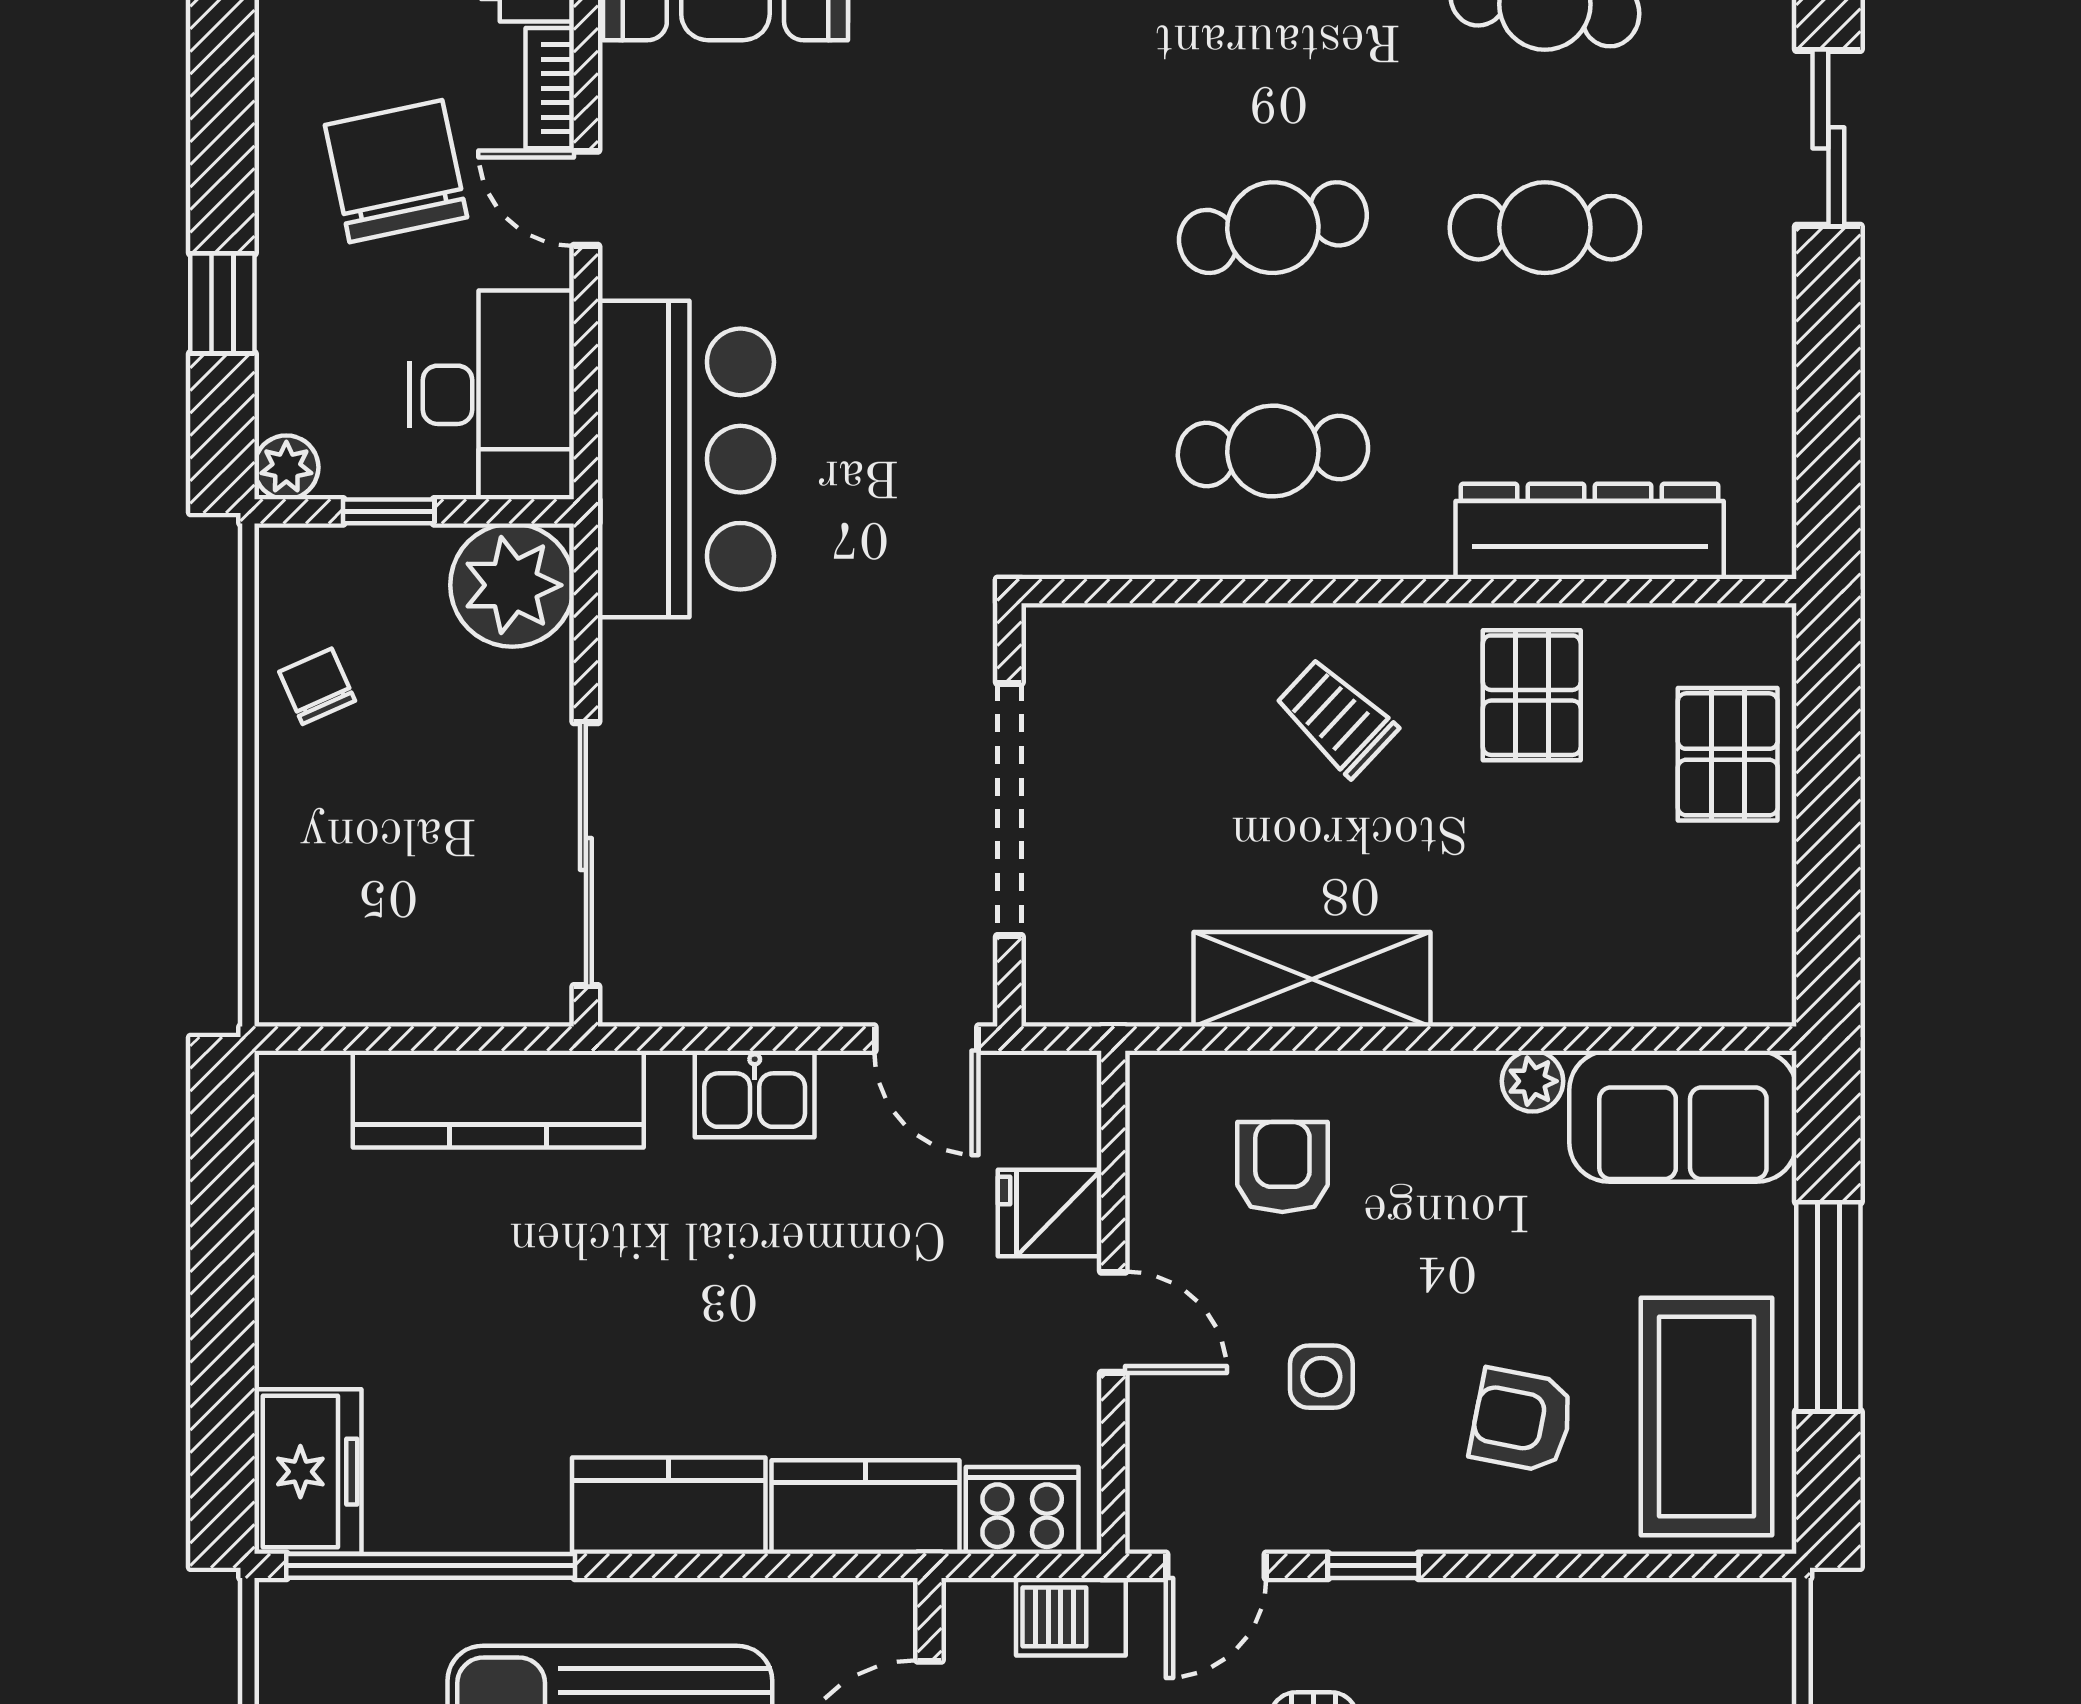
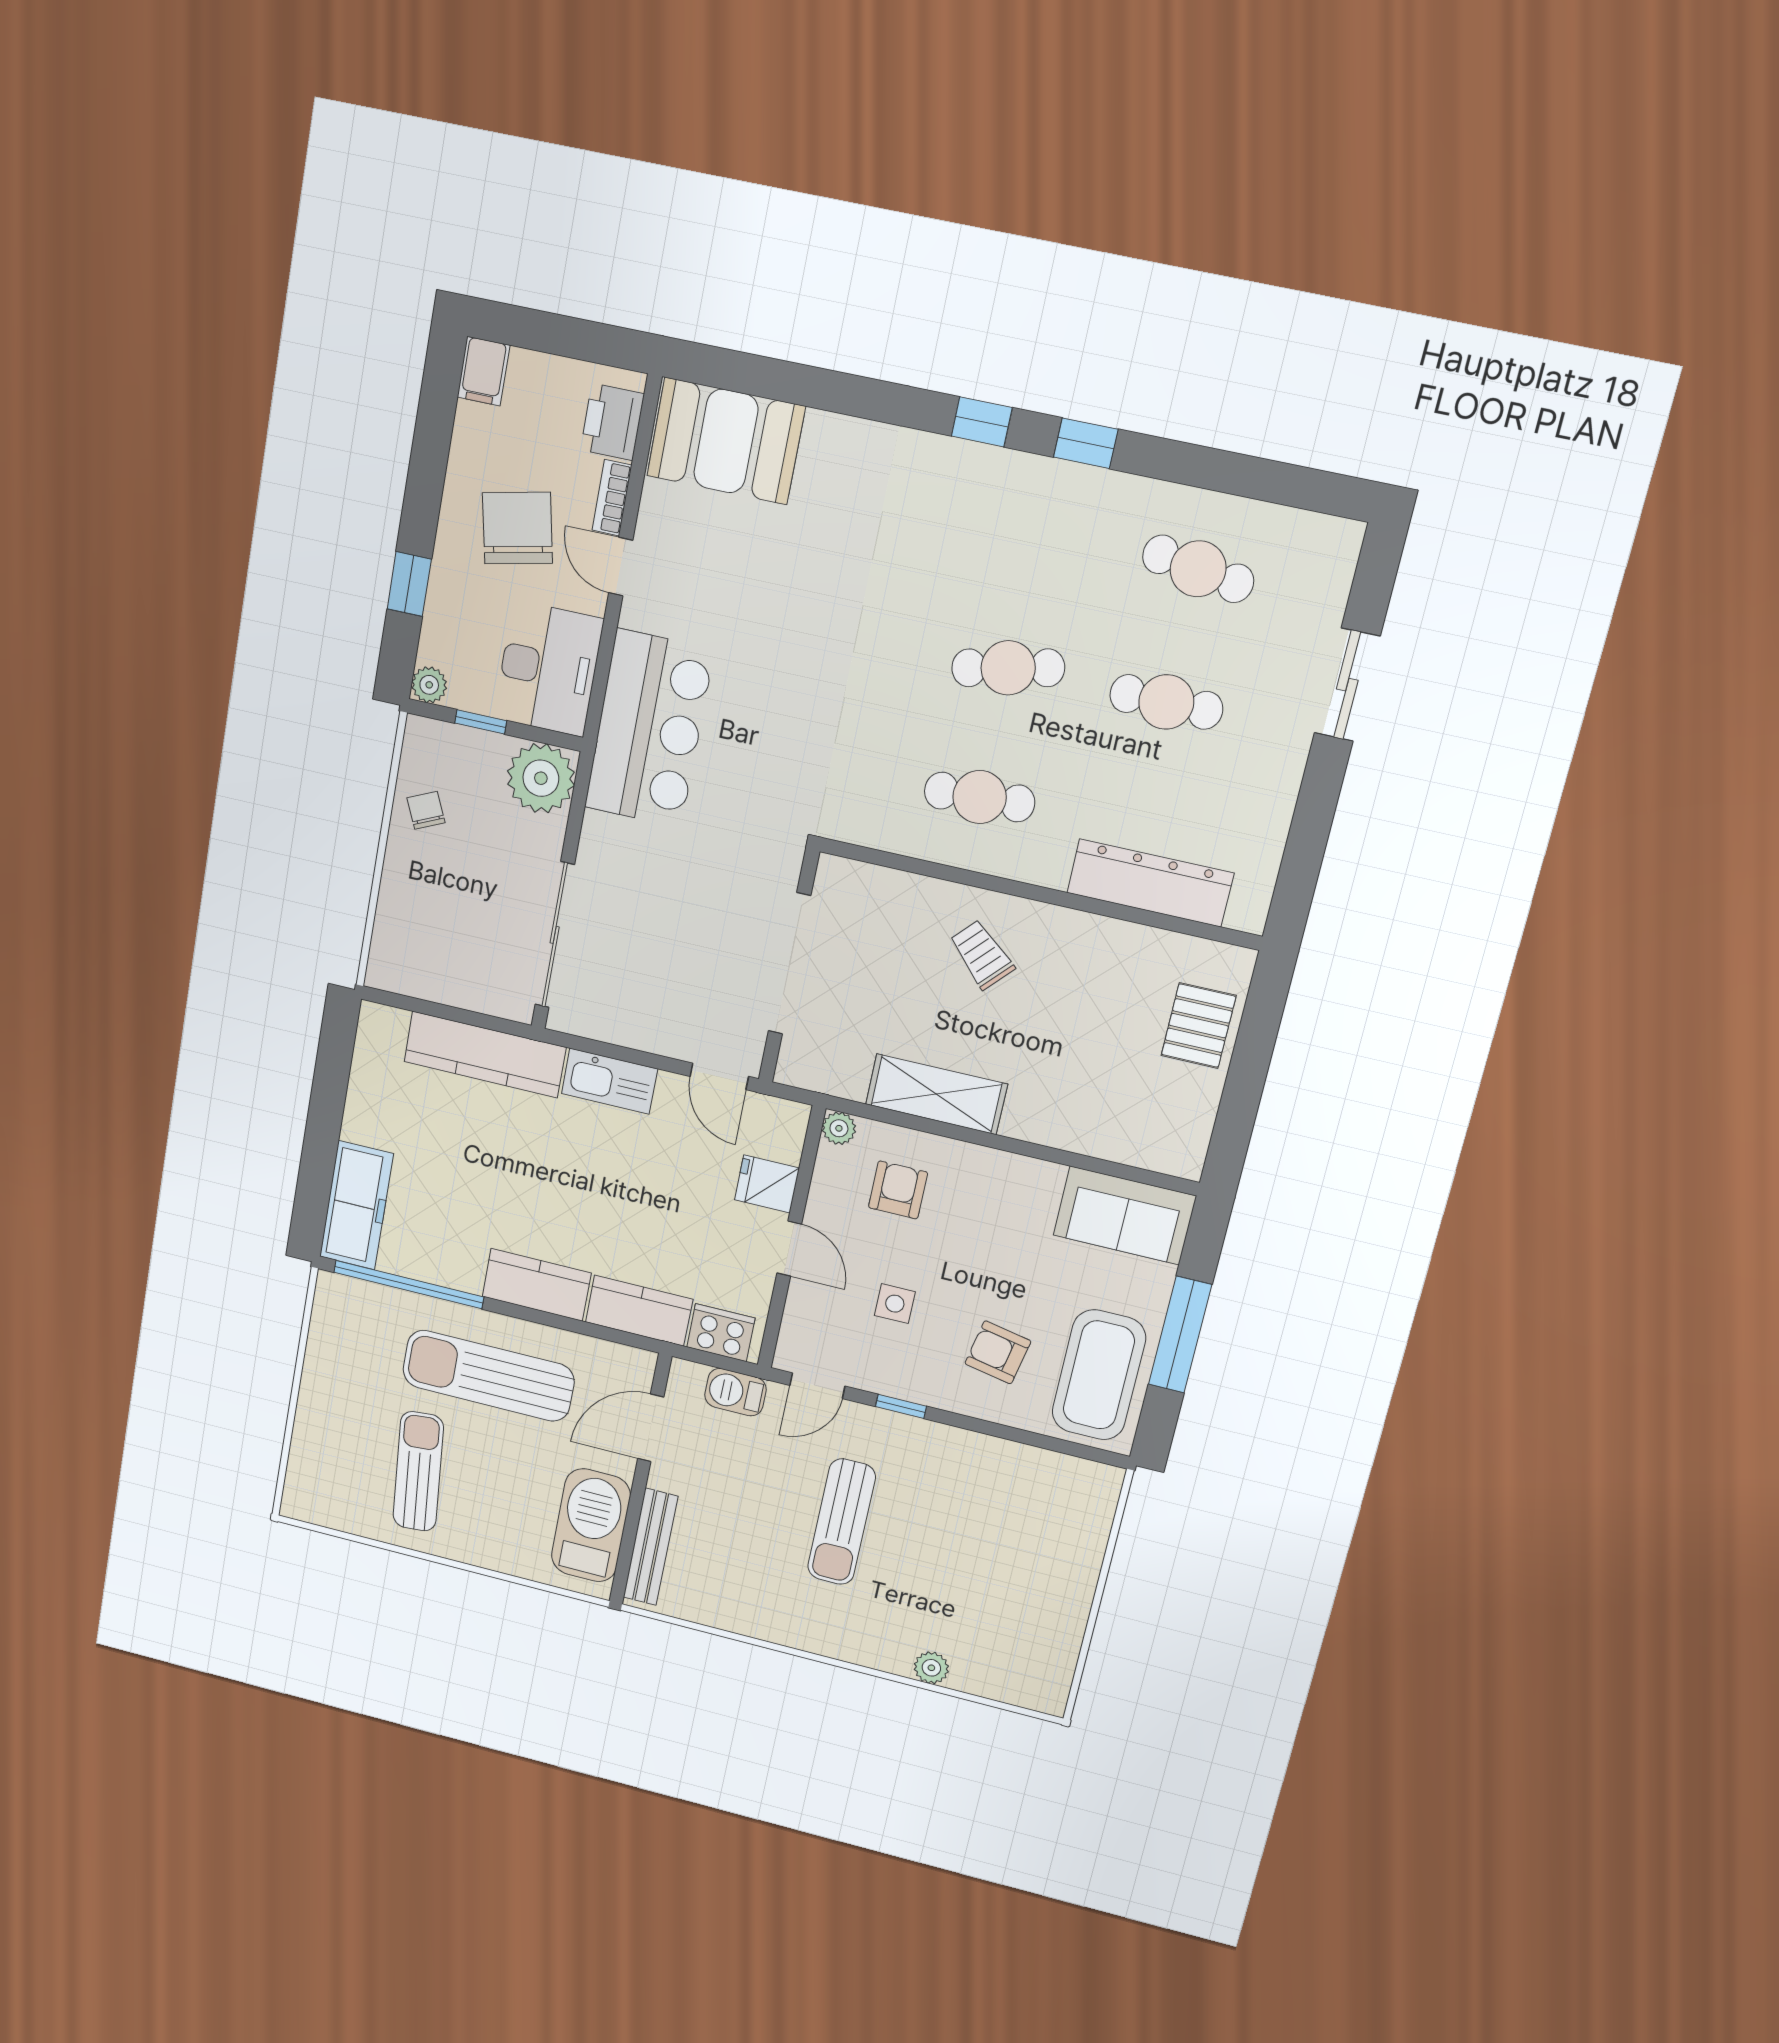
pallet: (1532, 695) -> (1095, 967), removed
plant: (1533, 1081) -> (839, 1128), moved
kitchen sink: (755, 1094) -> (609, 1081), width x1.38
freezer: (308, 1472) -> (356, 1205), width x1.40

